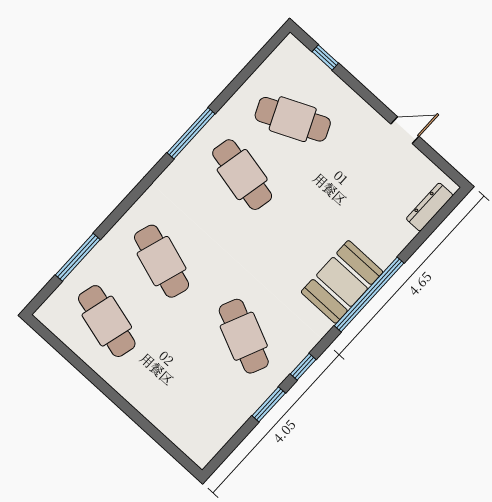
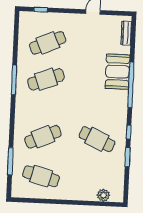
cafe table: (242, 175) -> (46, 79), turned -33
cafe table: (162, 261) -> (43, 137), turned -42
booth: (342, 282) -> (118, 72), moved
plant: (180, 433) -> (103, 195), added

